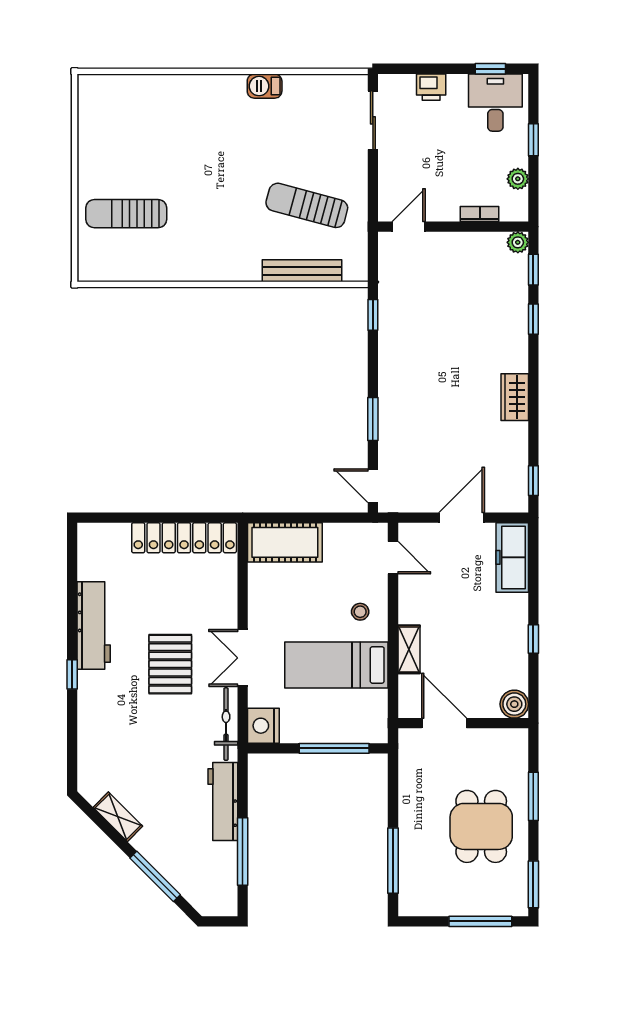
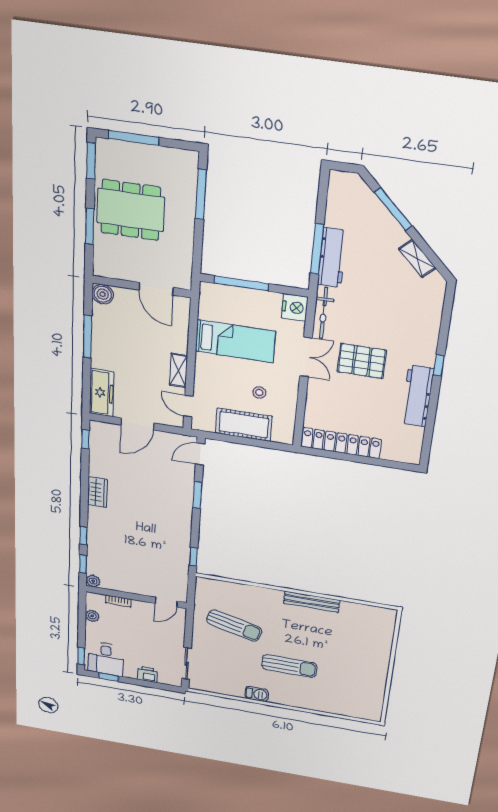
window: (533, 140) -> (81, 656), moved
sun lounger: (126, 214) -> (289, 666), moved
bench: (302, 271) -> (312, 602), moved
door: (373, 486) -> (200, 454), swing flipped
cot: (285, 542) -> (244, 425), moved
stool: (360, 612) -> (259, 392), moved
window: (533, 639) -> (87, 337), width x2.17
shelving: (409, 649) -> (179, 370), moved
pallet: (170, 664) -> (362, 361), turned 90
dining table: (481, 826) -> (131, 210), width x1.38
window: (243, 851) -> (317, 249), moved

